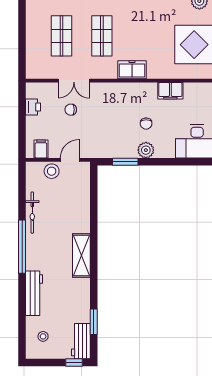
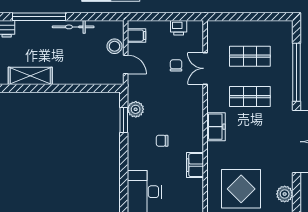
plant: (146, 150) -> (136, 109), moved

